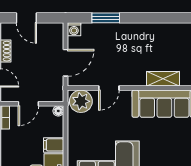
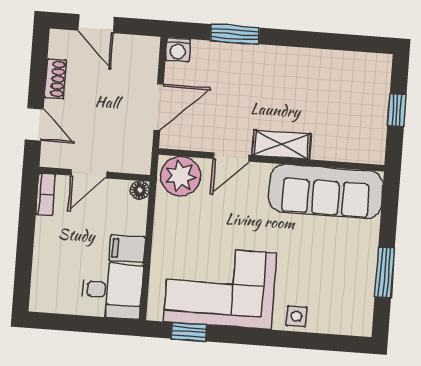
shelving: (163, 79) -> (282, 145), moved

